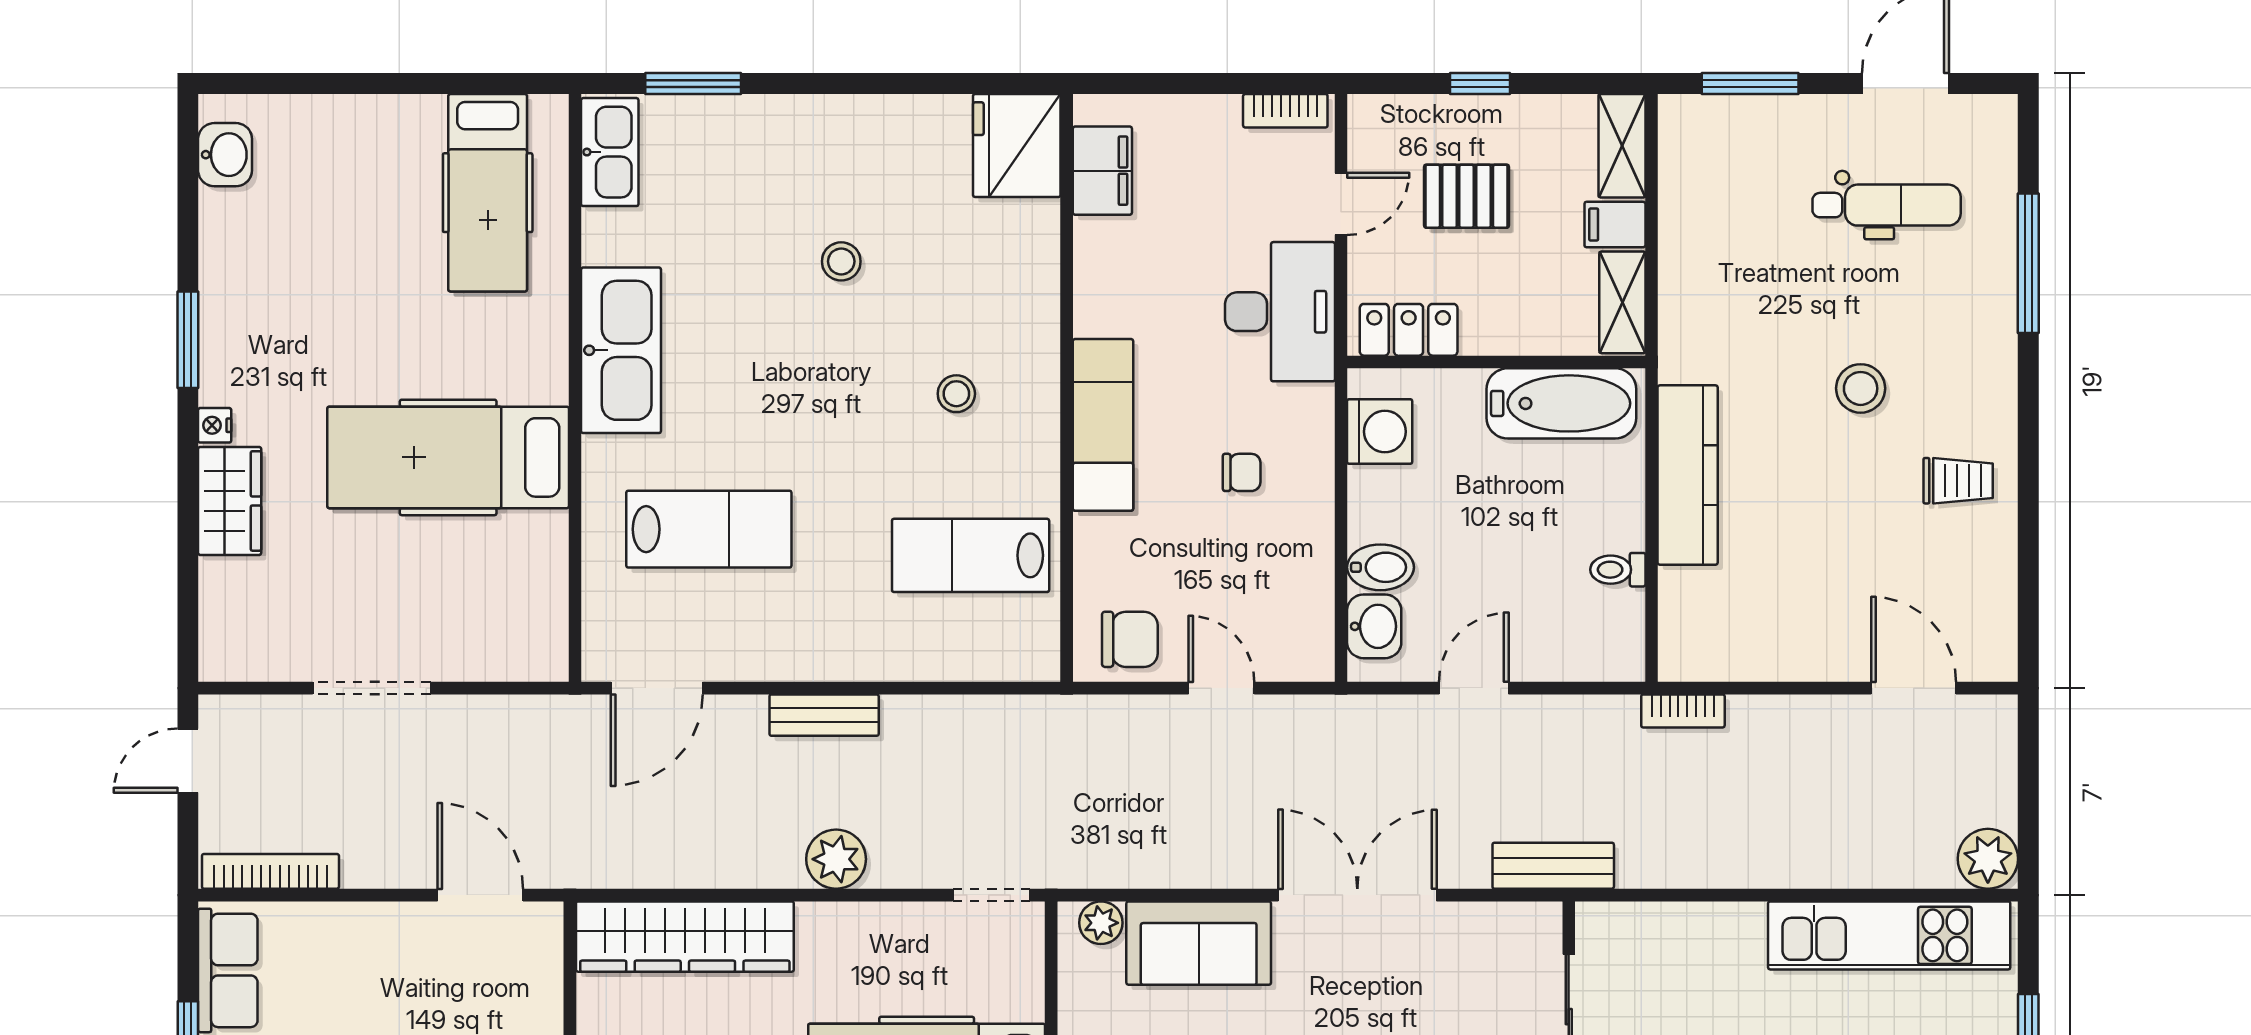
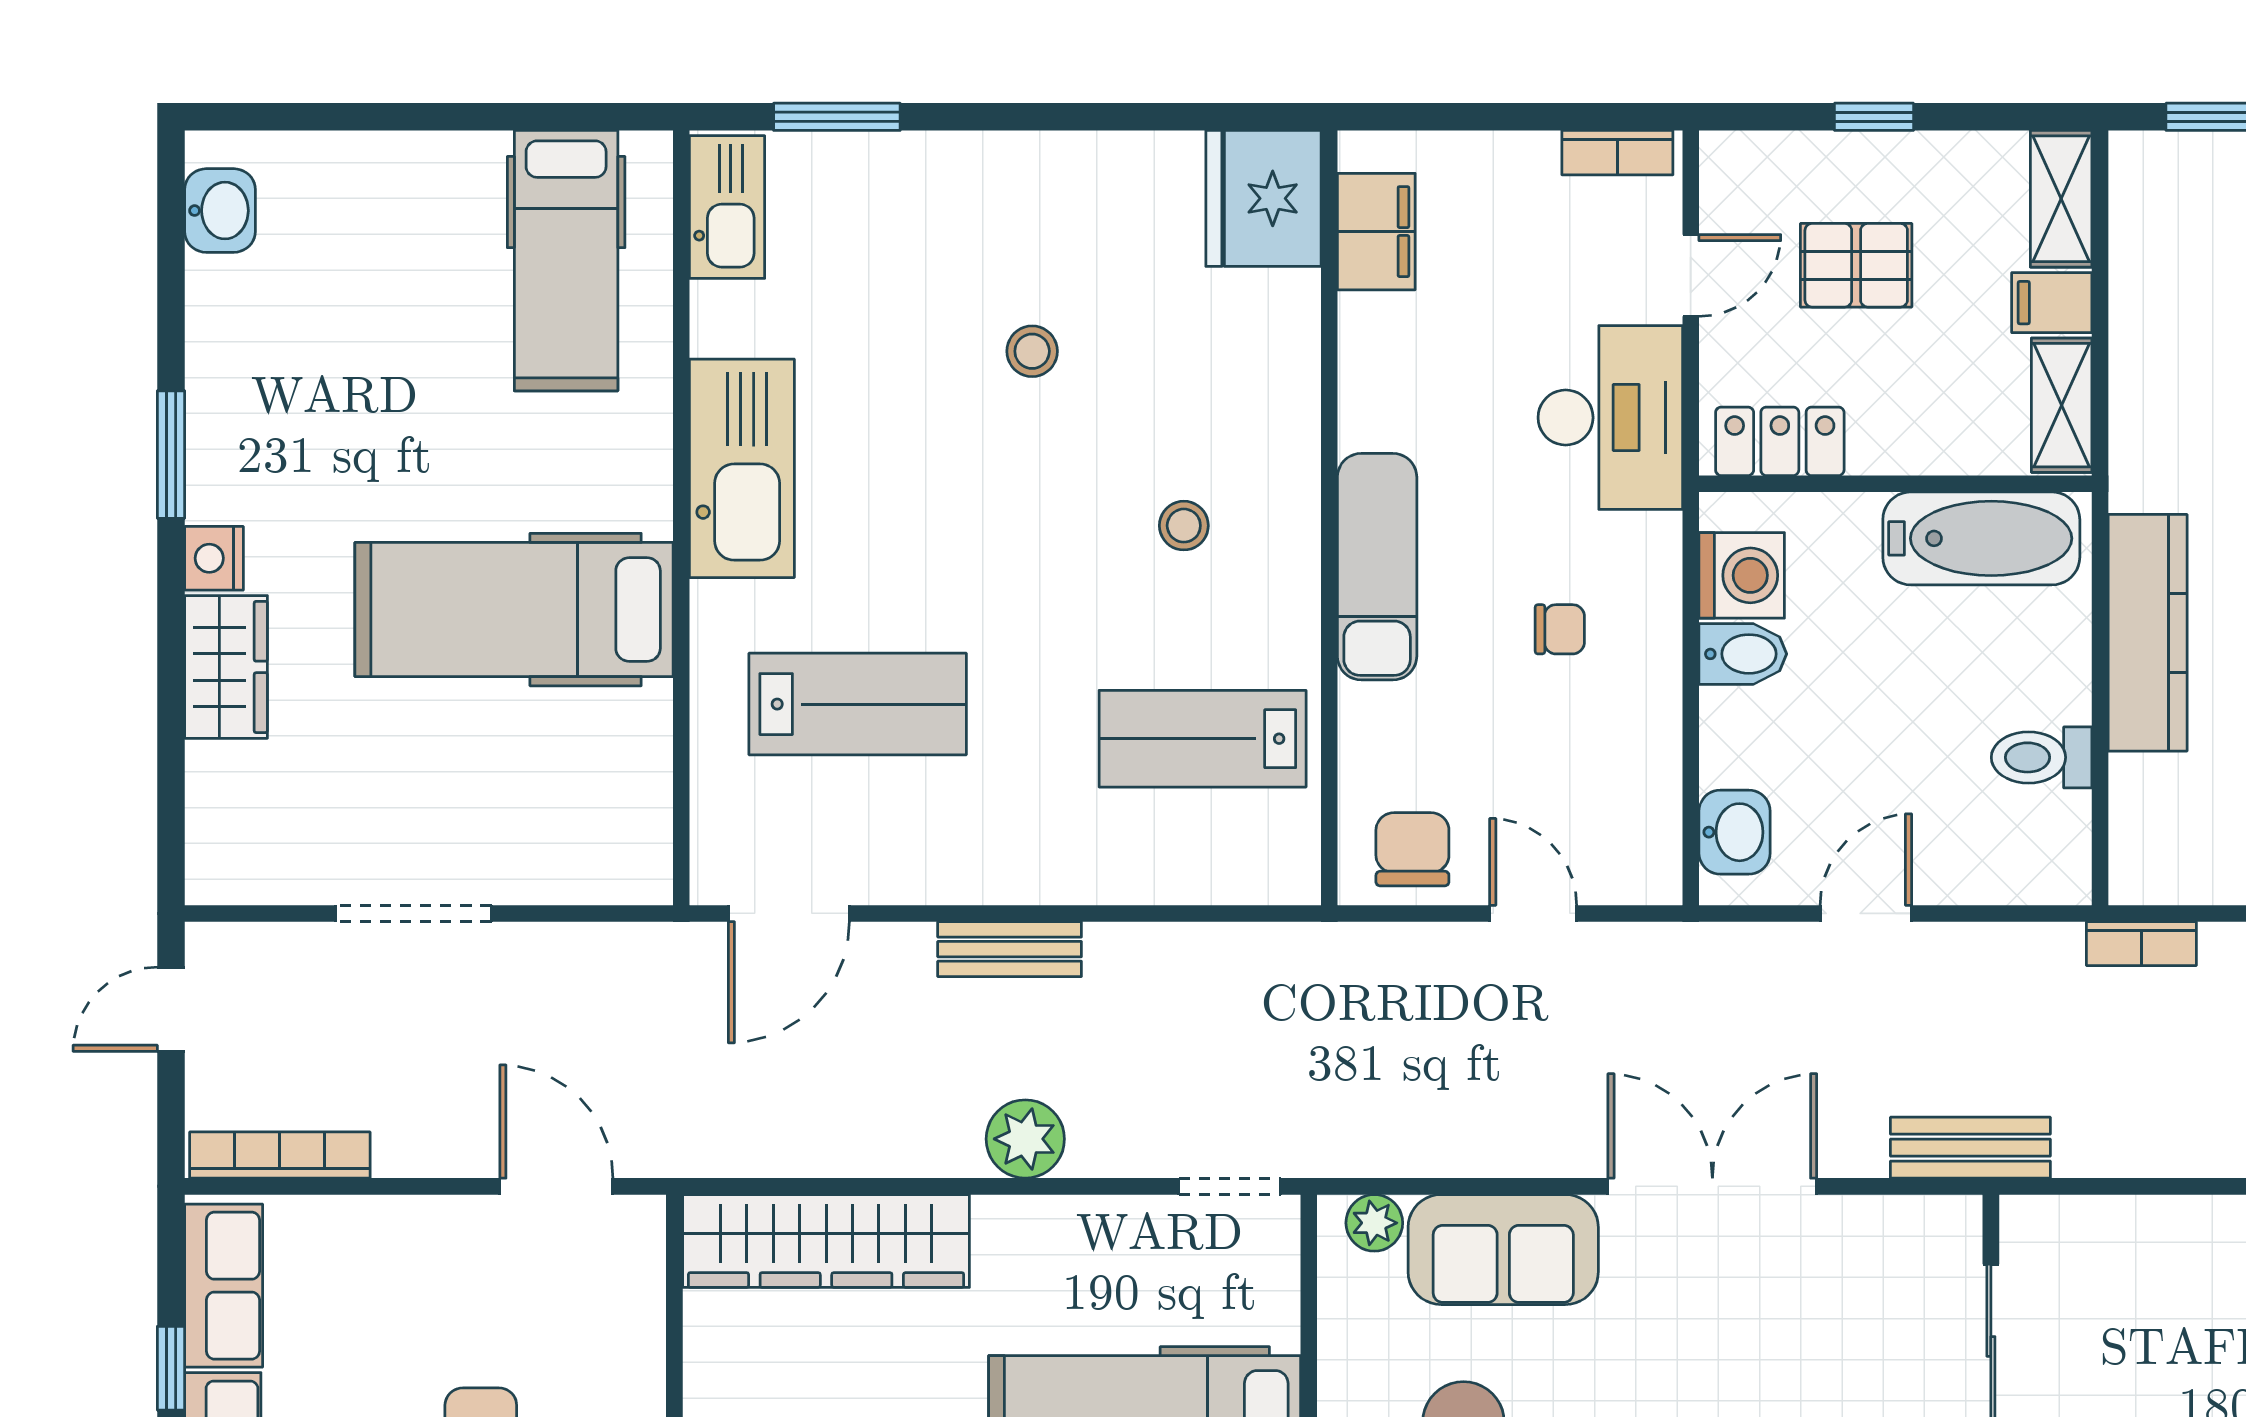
nightstand: (215, 425) -> (214, 558), width x1.39, depth x1.35
bidet: (1380, 567) -> (1743, 654), moved
toilet: (1618, 570) -> (2042, 757), width x1.37, depth x1.39
chair: (1130, 639) -> (1412, 849), turned -90

